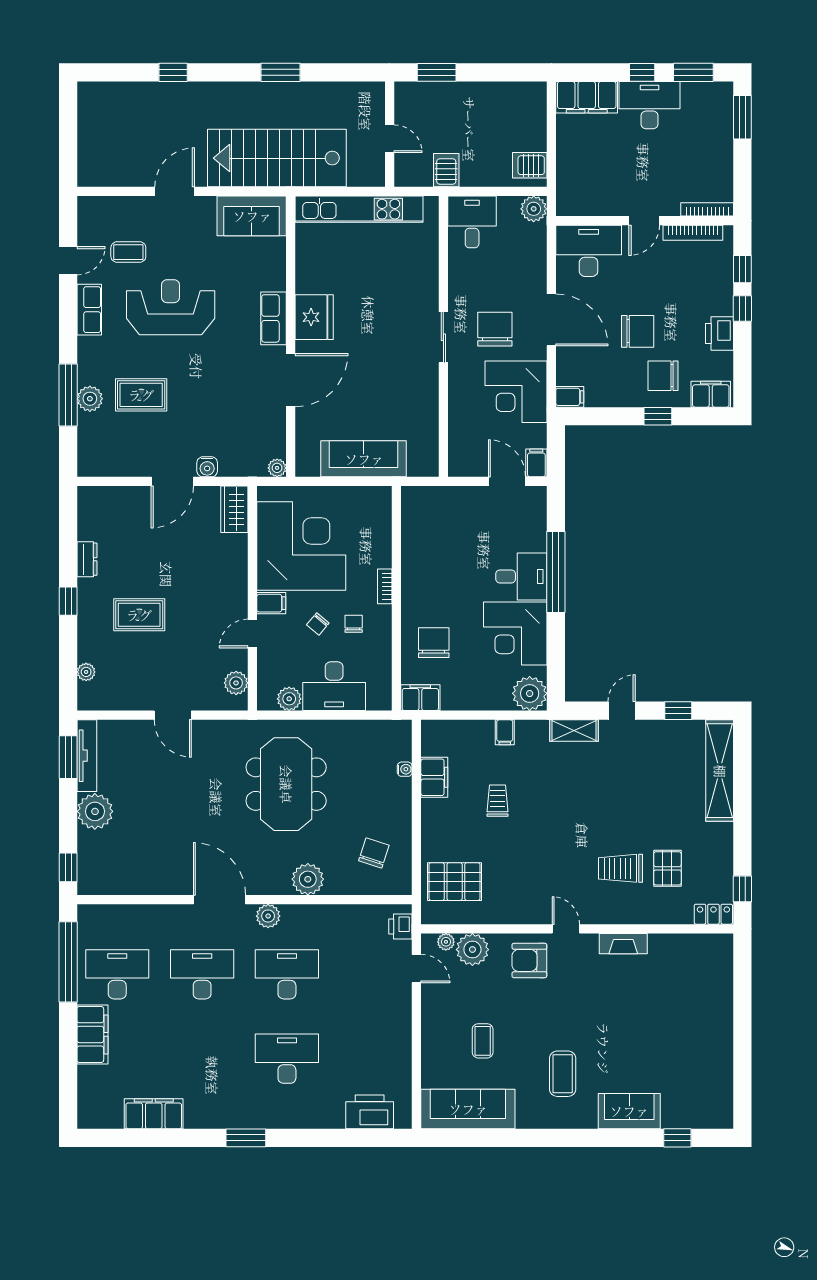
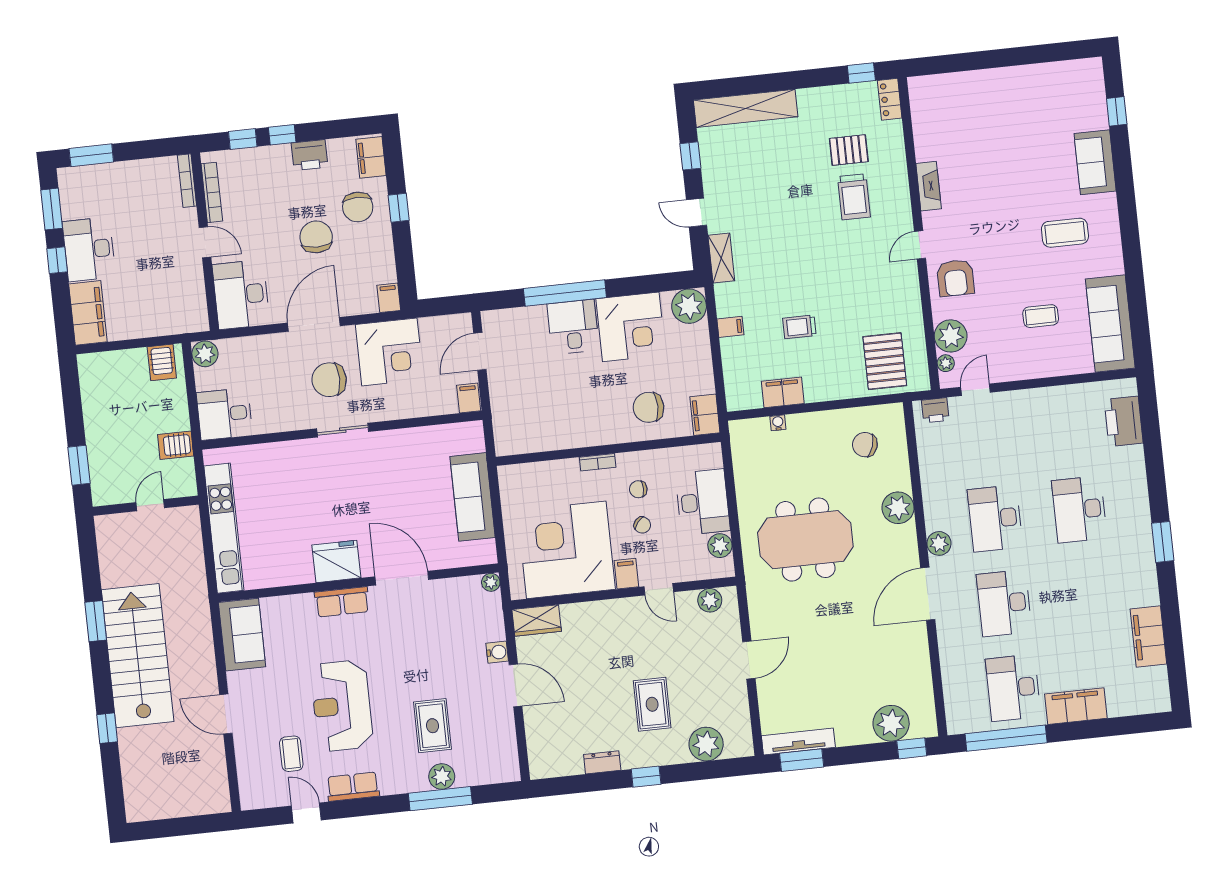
stairs: (277, 158) -> (138, 656), moved, turned 180
filing cabinet: (536, 463) -> (469, 398), moved, turned 90
plant: (86, 672) -> (706, 744), width x1.88, depth x1.88
plant: (95, 811) -> (891, 723), moved

